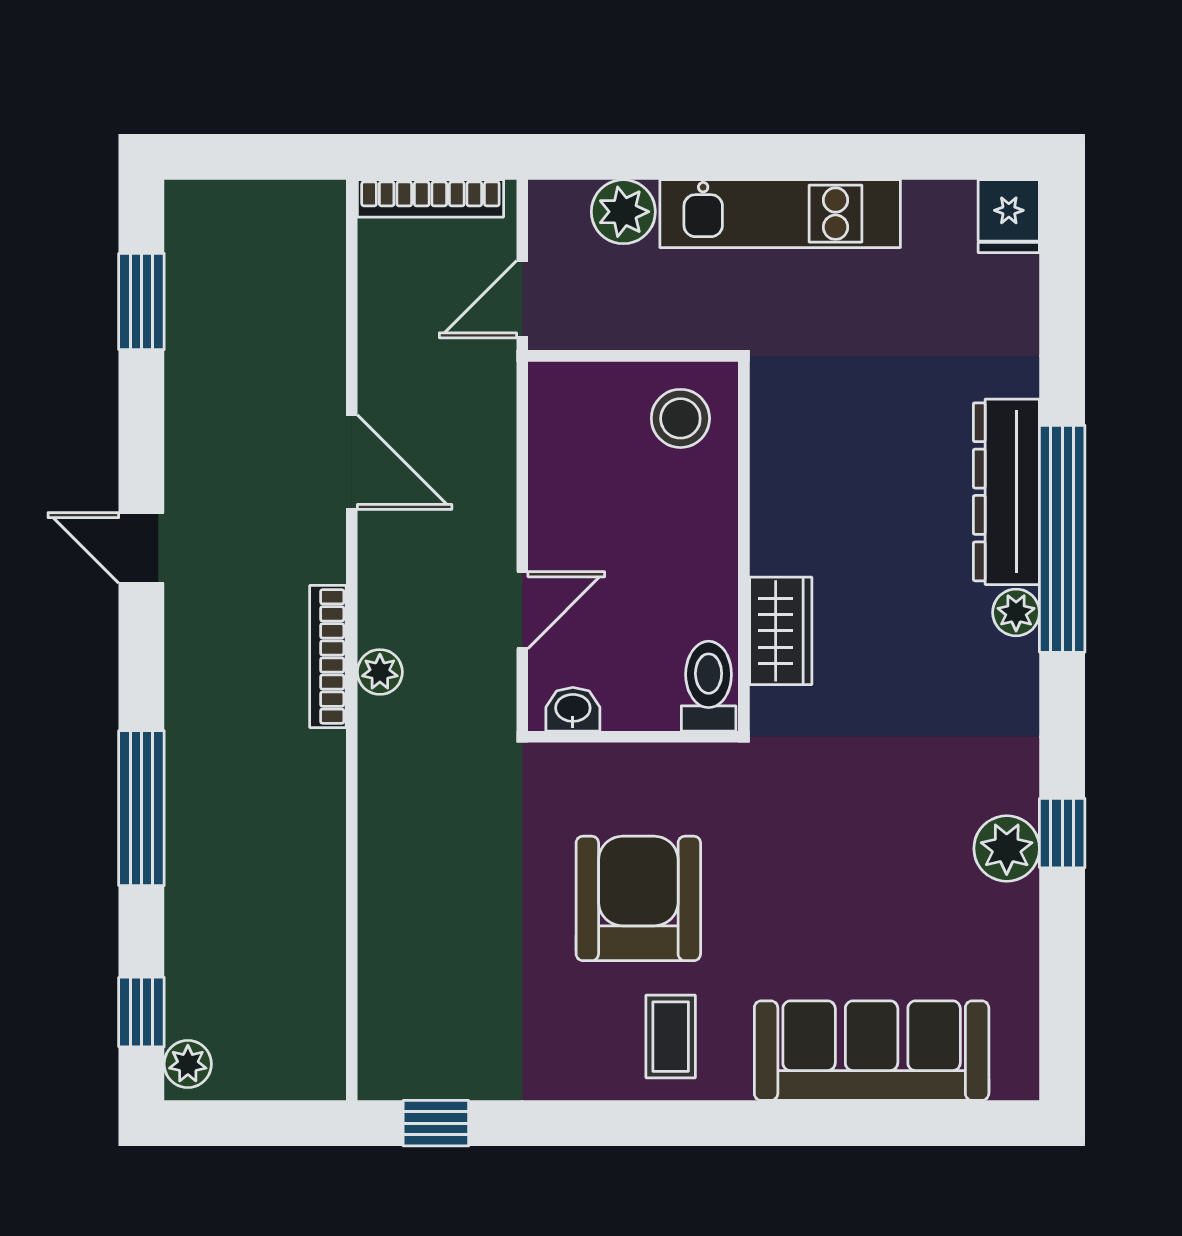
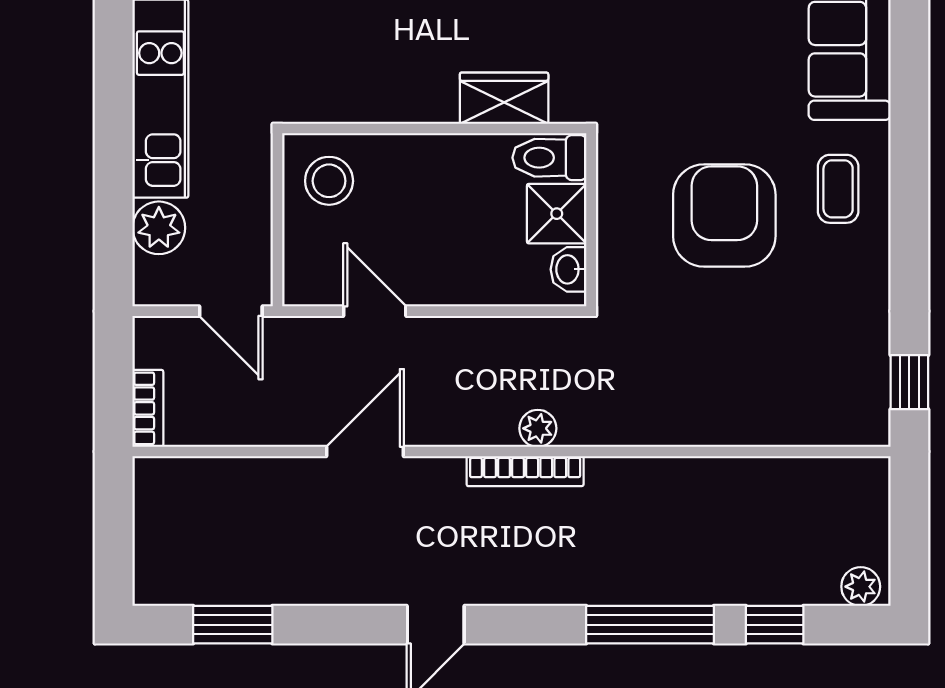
bookcase: (430, 198) -> (148, 408), width x0.64
door: (522, 610) -> (375, 311), moved
shower: (641, 695) -> (557, 214), added
armchair: (638, 898) -> (724, 215), turned 90
window: (141, 1012) -> (775, 625), moved
coffee table: (671, 1037) -> (838, 189), turned 90

